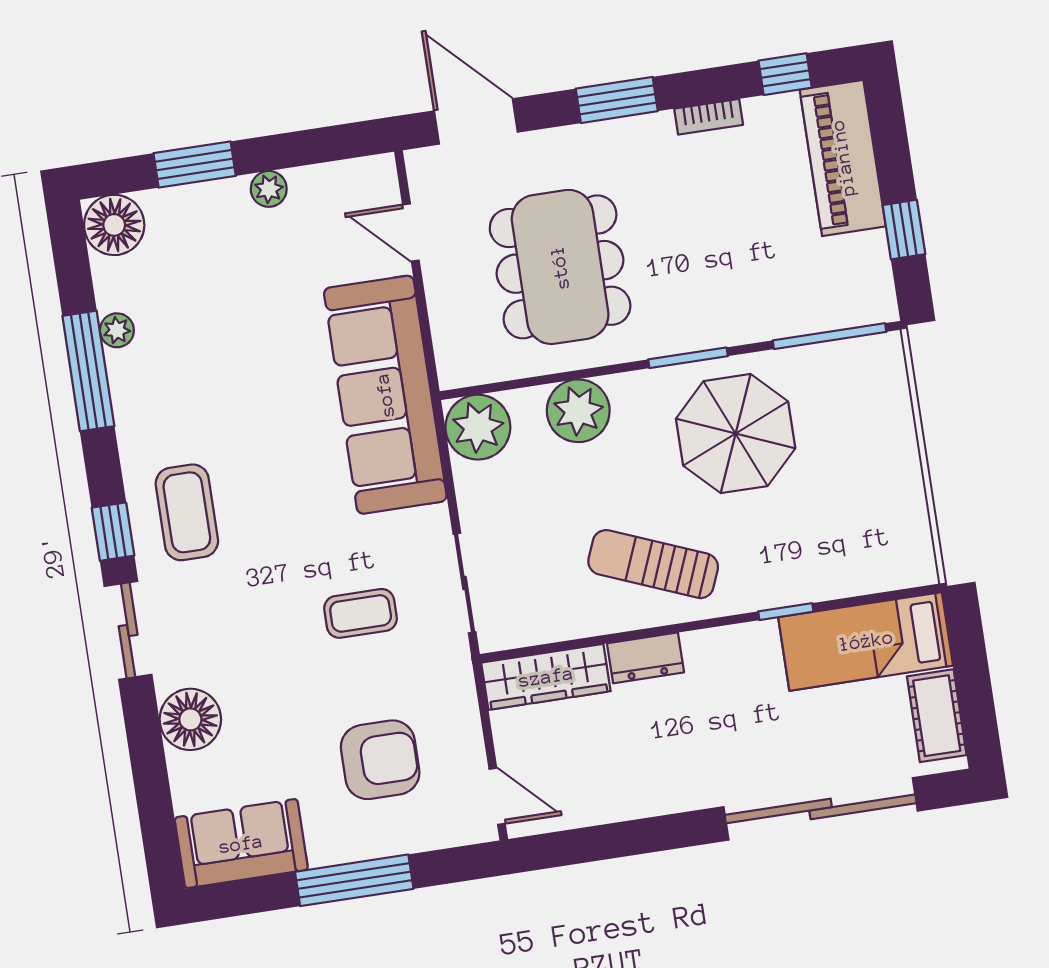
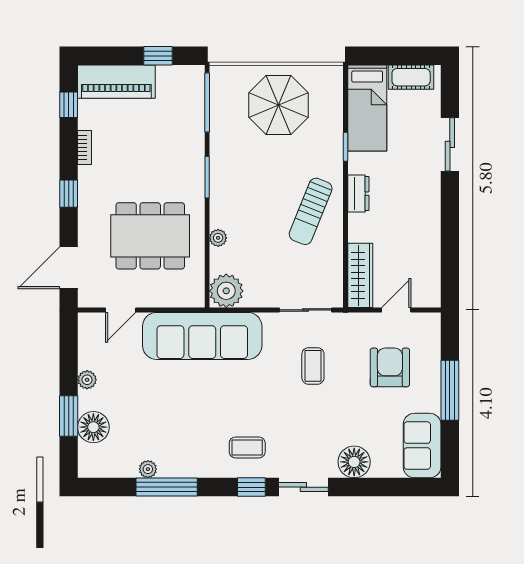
window: (617, 100) -> (69, 194), width x0.67
floor lamp: (114, 225) -> (93, 427), moved
plant: (578, 411) -> (218, 238), width x0.53, depth x0.53
parasol: (736, 434) -> (279, 105), moved
coffee table: (187, 512) -> (247, 447), width x0.73, depth x0.77
dresser: (645, 658) -> (358, 194), moved
door: (497, 796) -> (396, 310), moved
sliding door: (821, 809) -> (450, 144), width x0.54

